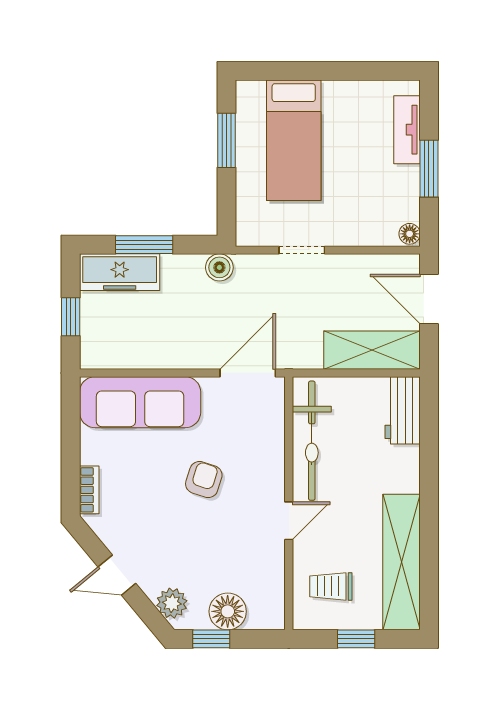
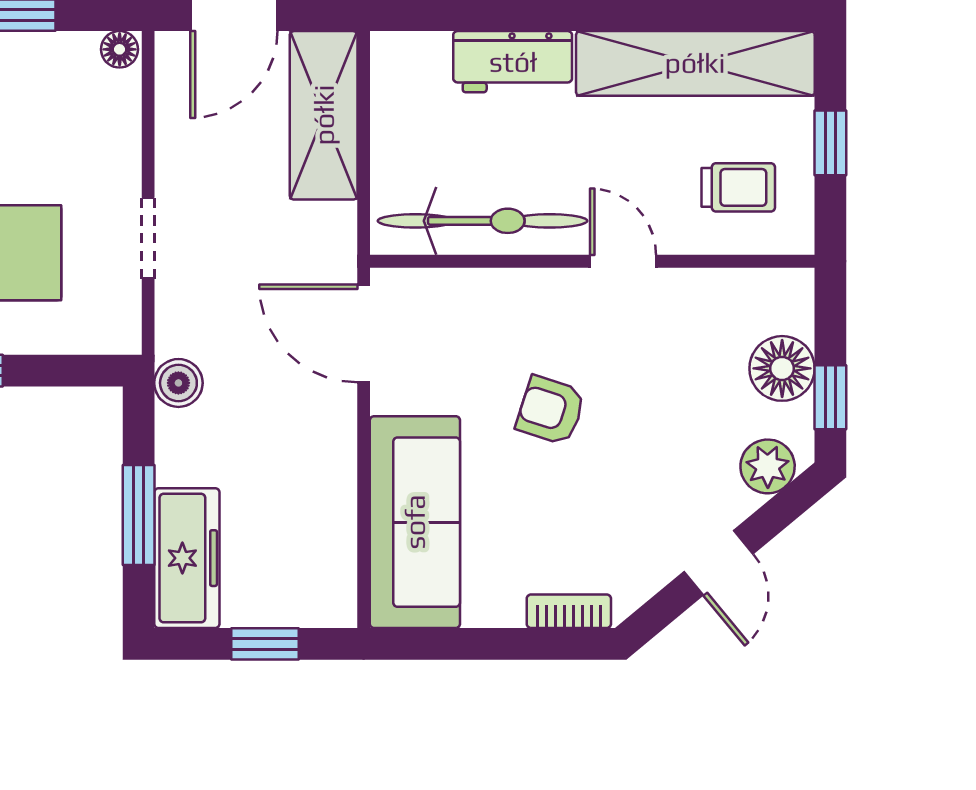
workbench: (403, 410) -> (513, 62), moved
trolley: (331, 586) -> (738, 187), turned -90

